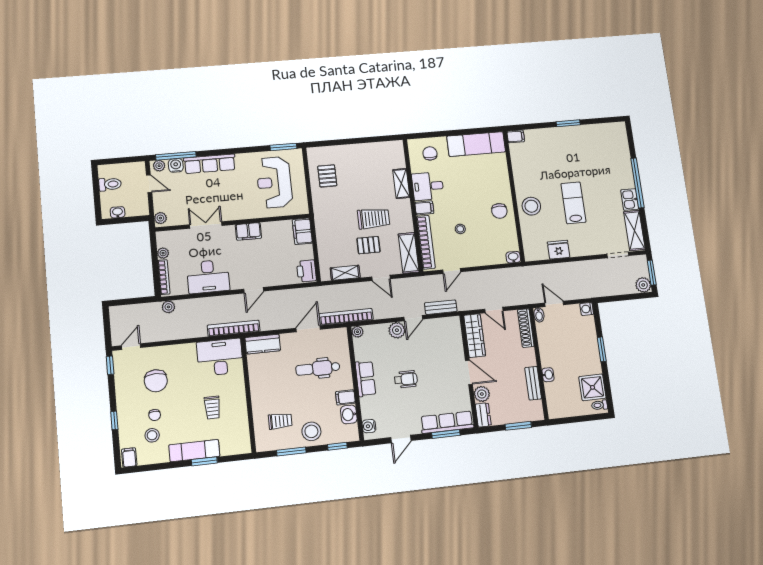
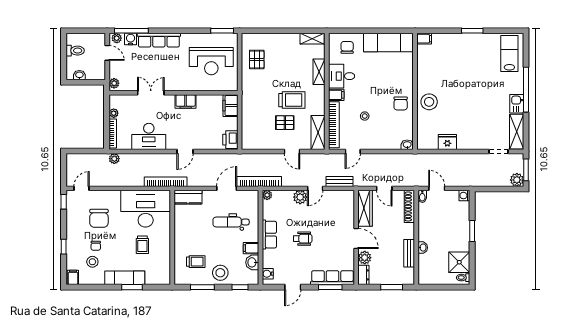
reception desk: (274, 182) -> (211, 61), turned -90
lab bench: (573, 203) -> (509, 53), moved
shelving: (345, 273) -> (312, 39), moved
desk: (220, 357) -> (146, 209), width x1.36, depth x1.30

